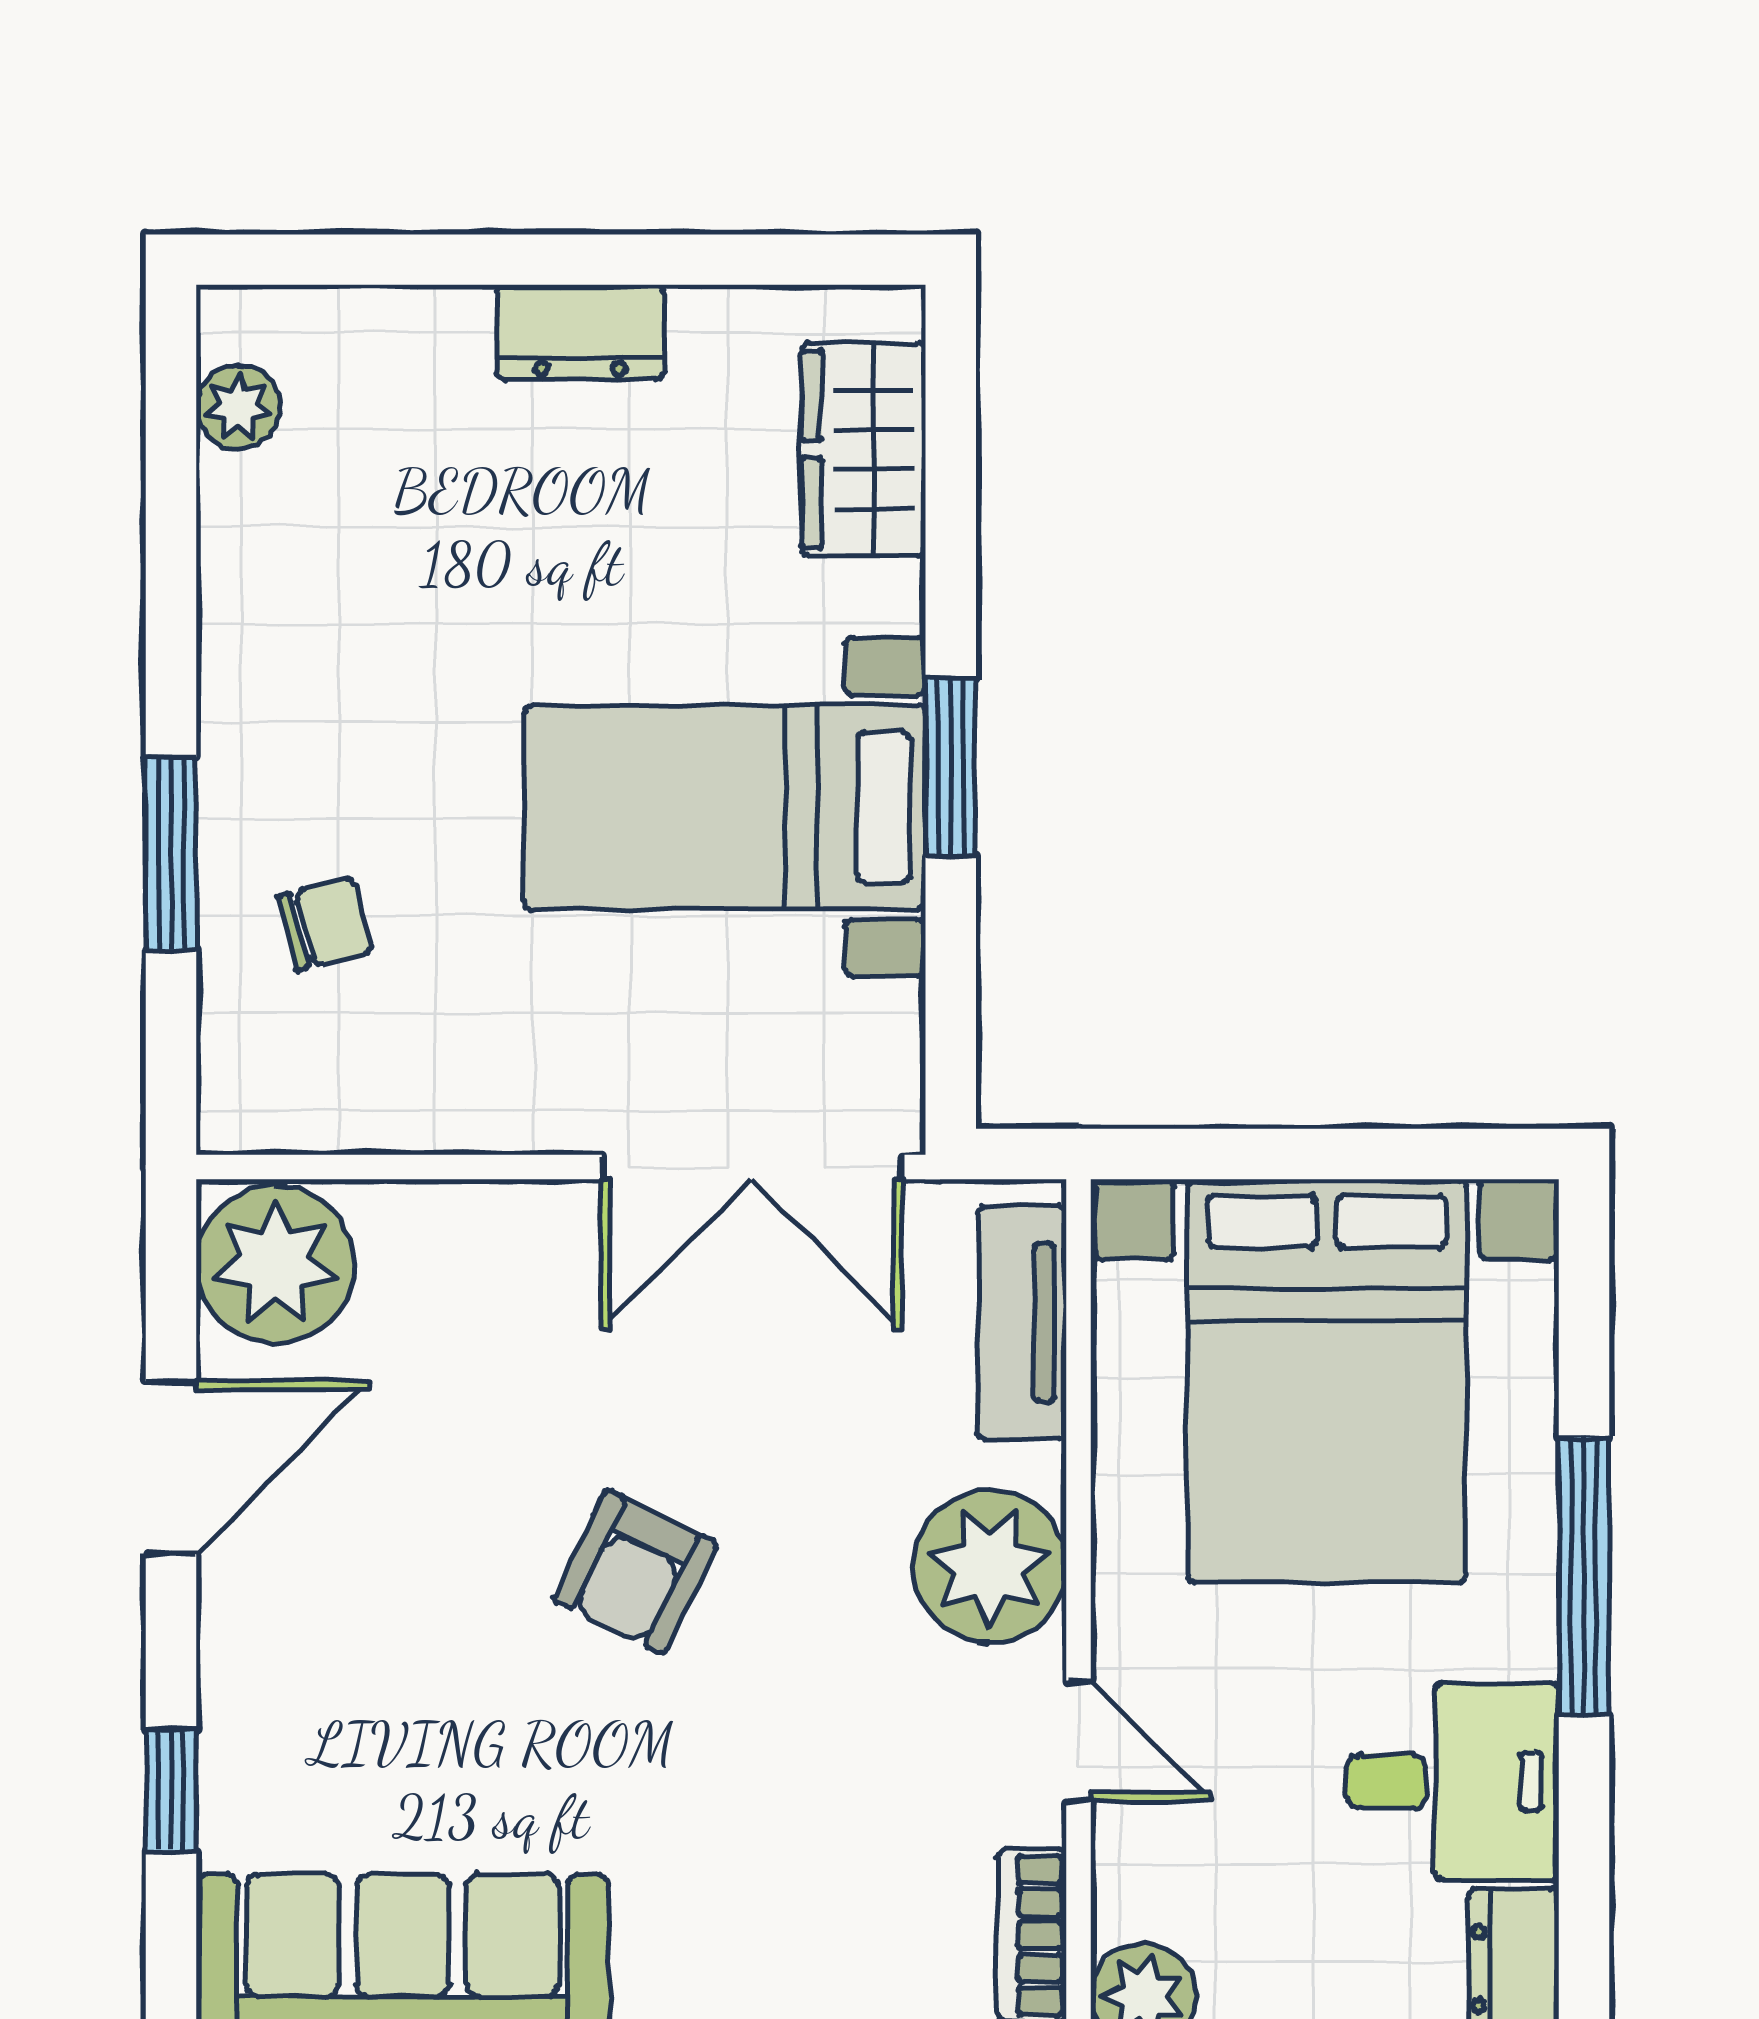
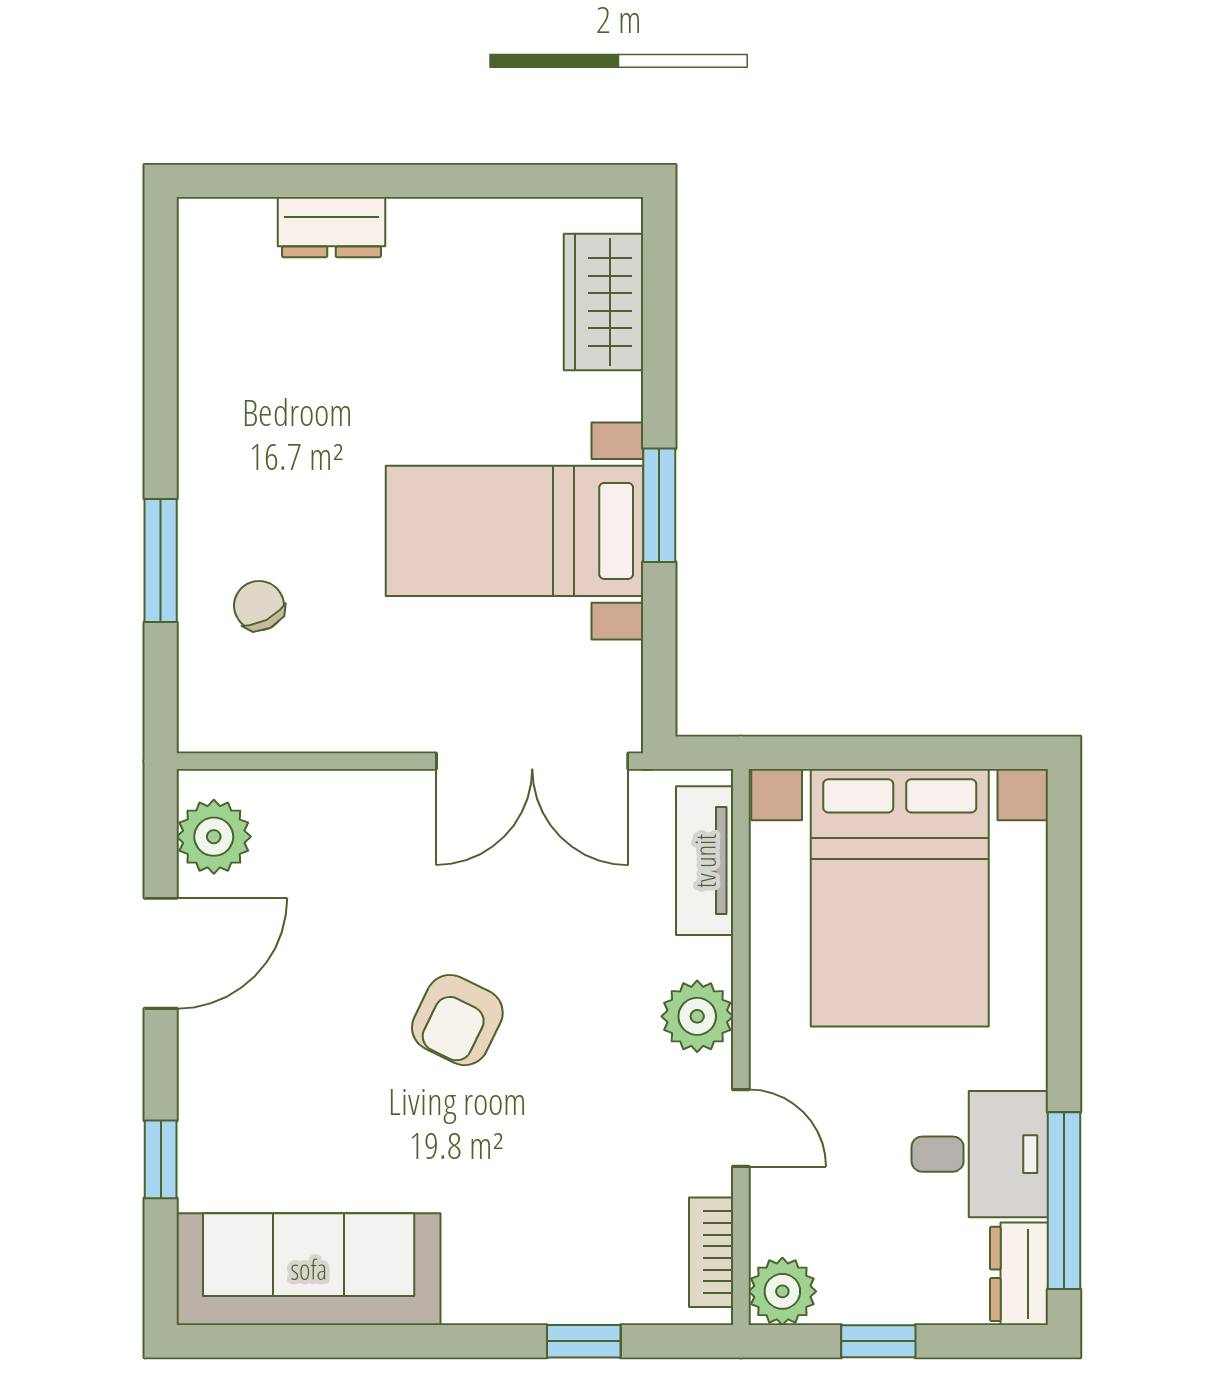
dresser: (580, 332) -> (331, 227), moved
plant: (238, 407) -> (204, 275), removed
chair: (325, 924) -> (259, 606), turned -103
plant: (275, 1264) -> (214, 837), width x0.73, depth x0.73
plant: (990, 1566) -> (697, 1016), width x0.73, depth x0.73
window: (1584, 1576) -> (1064, 1201), moved

